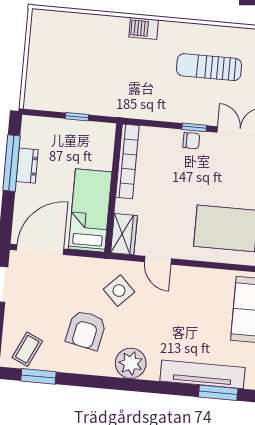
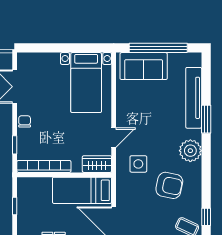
window: (194, 127) -> (15, 145), moved
side table: (119, 291) -> (138, 164), turned 45
window: (38, 376) -> (206, 217), width x0.67
window: (218, 393) -> (206, 119), moved

